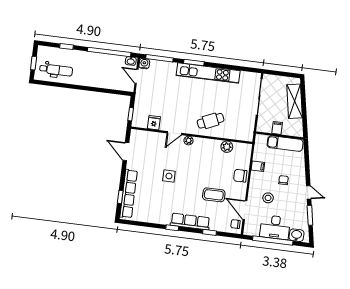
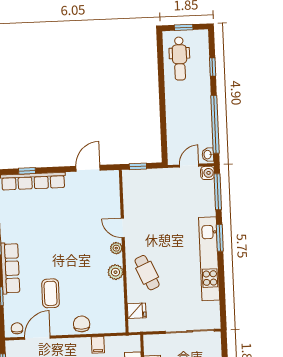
fridge: (154, 123) -> (137, 311), moved
plant: (227, 147) -> (115, 272), moved
side table: (169, 176) -> (65, 230), removed

